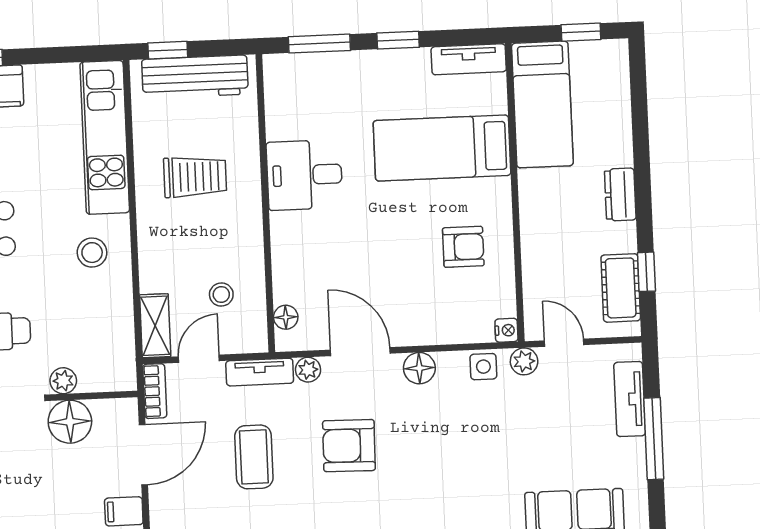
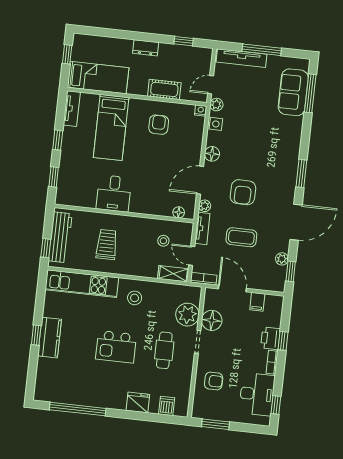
window: (319, 44) -> (54, 177), width x0.67
cot: (621, 288) -> (164, 89), moved
plant: (63, 381) -> (187, 315), width x1.87, depth x1.87
tv unit: (630, 399) -> (242, 58), width x1.41

